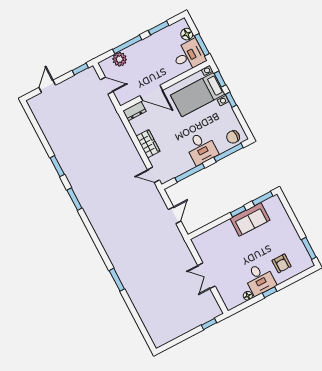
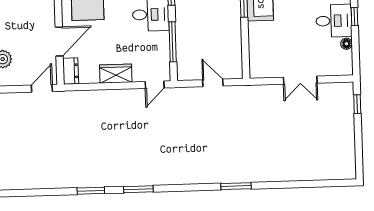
door: (107, 86) -> (42, 88), moved
window: (117, 280) -> (236, 186), moved

